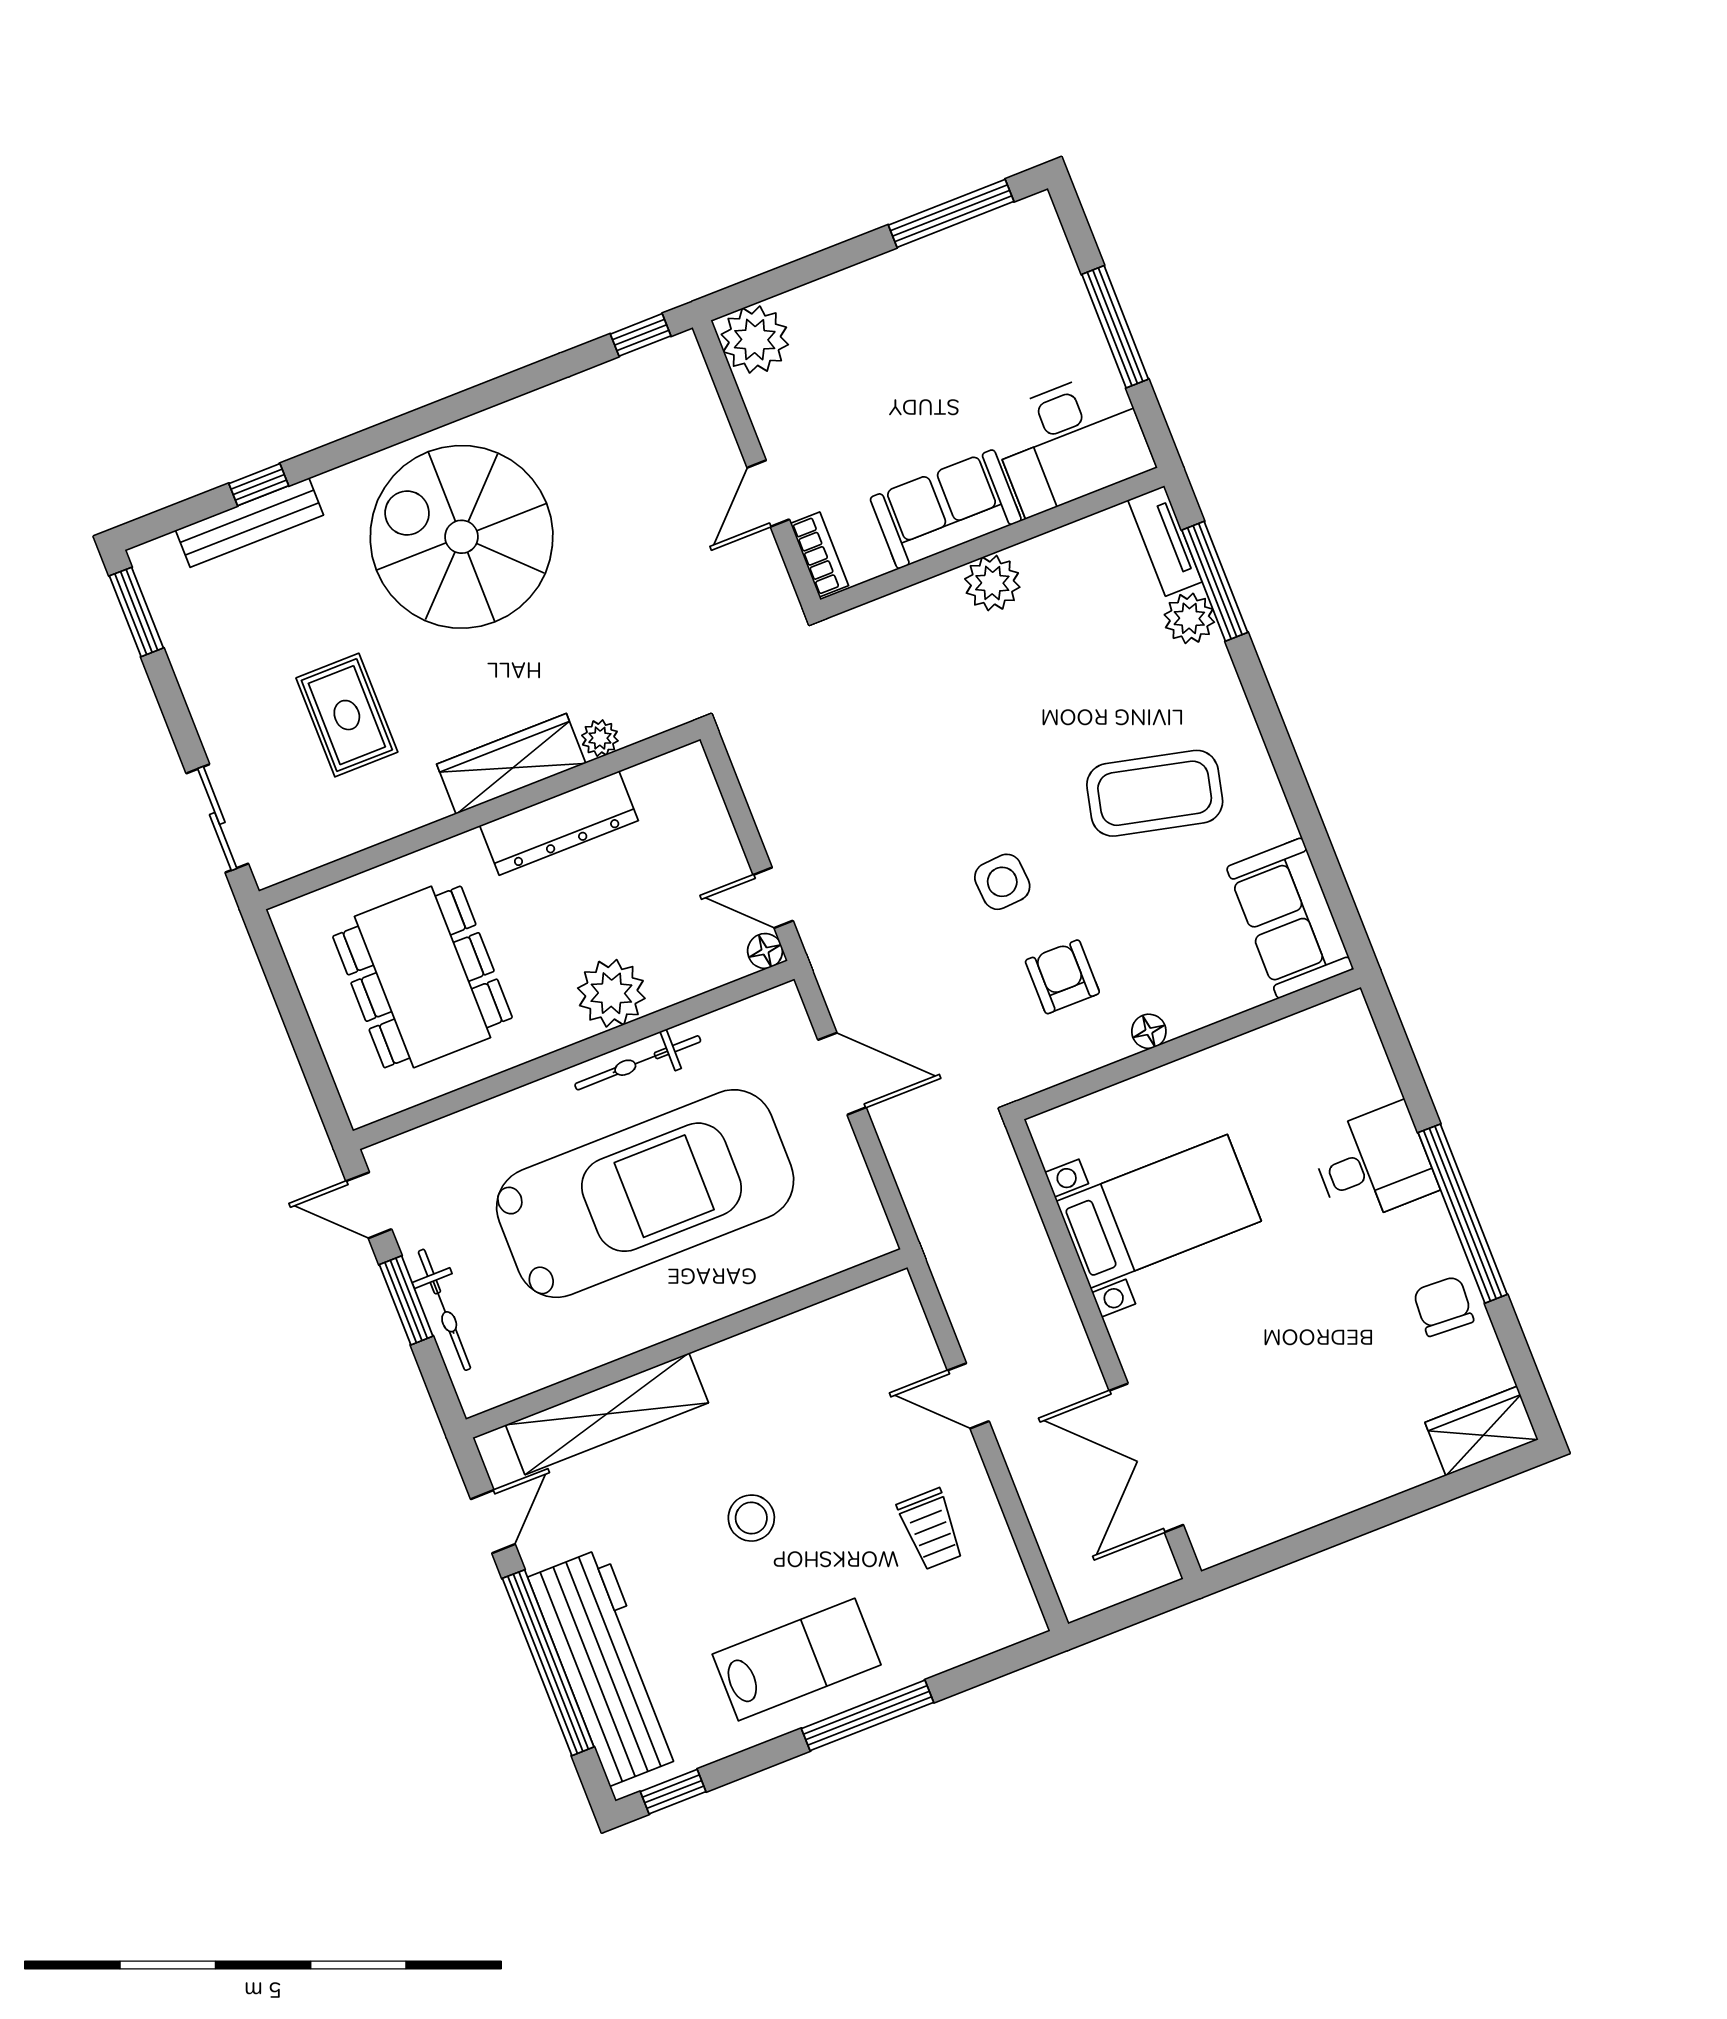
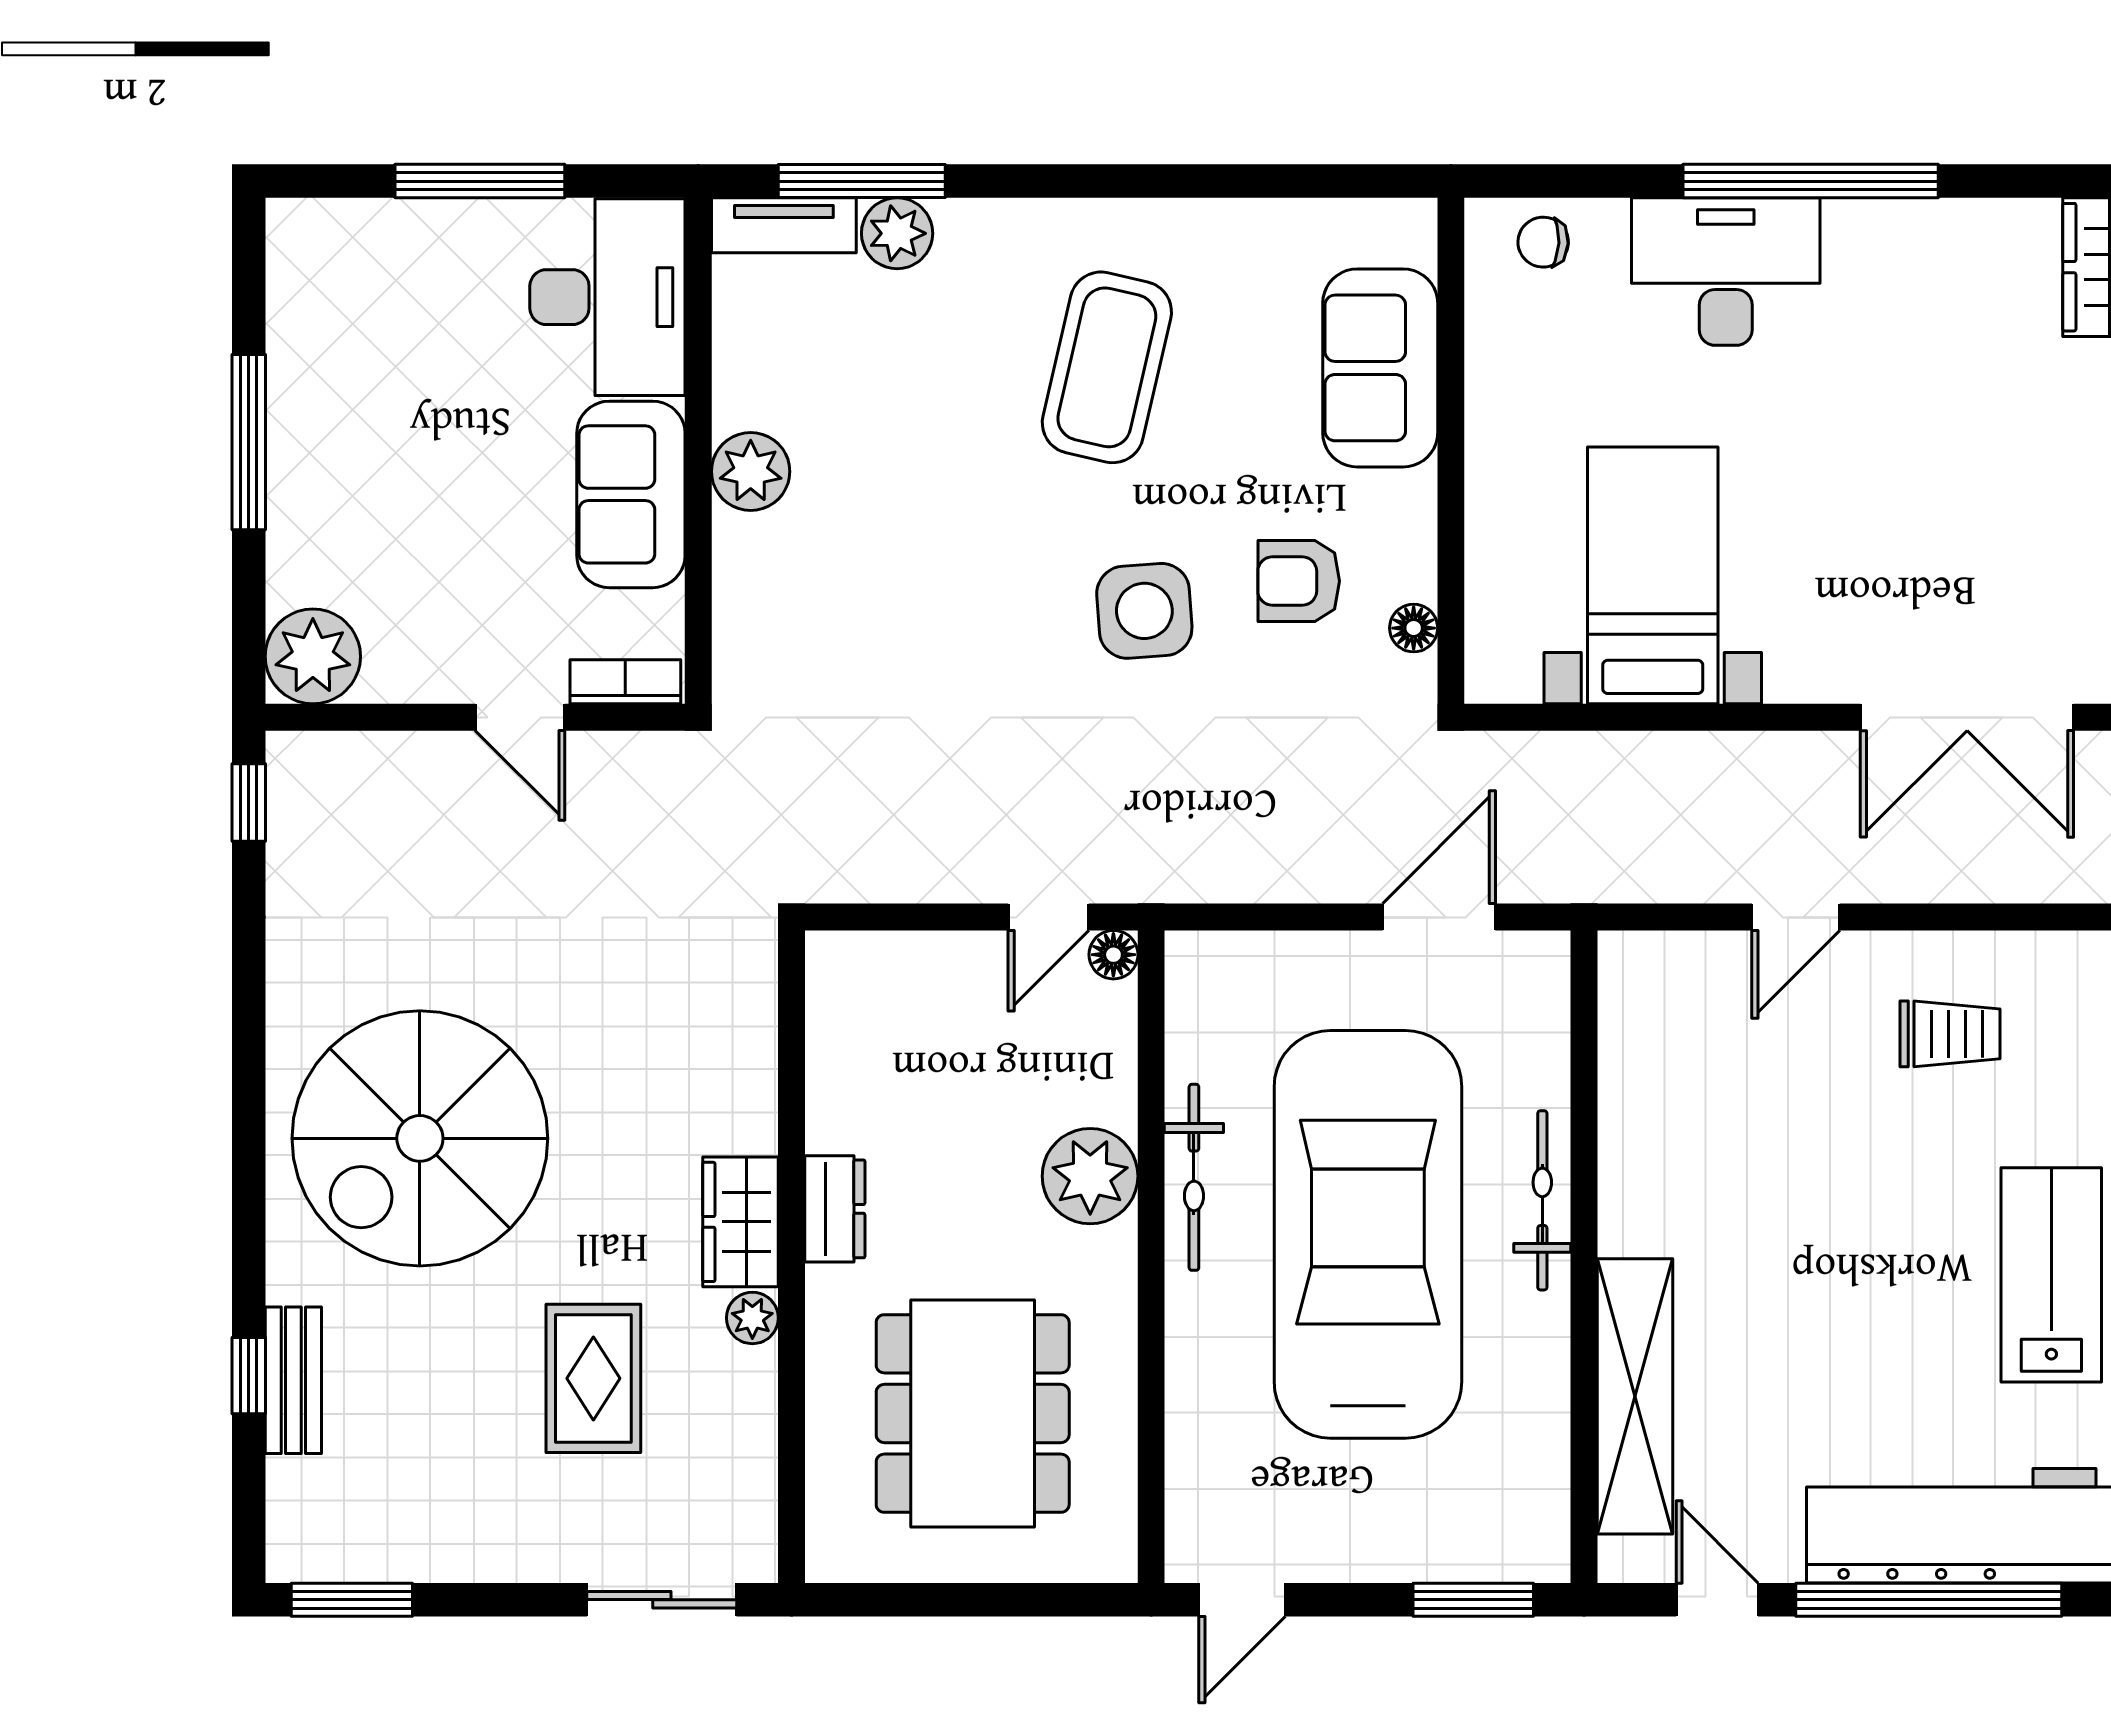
window: (951, 213) -> (249, 442), moved
bench: (249, 523) -> (293, 1380), width x0.73
rug: (347, 715) -> (593, 1378), turned 90
plant: (600, 738) -> (752, 1318), moved
wardrobe: (511, 764) -> (741, 1222), width x0.67
dresser: (559, 823) -> (835, 1209), width x0.51, depth x0.80
side table: (1002, 882) -> (1144, 611), width x1.37, depth x1.37
sofa: (1290, 918) -> (1380, 368), moved, turned 90
dining table: (423, 977) -> (973, 1414), turned 90
floor lamp: (1149, 1031) -> (1414, 628), moved
door: (842, 1074) -> (1439, 917), moved
desk: (1373, 1164) -> (1726, 272), width x1.37
window: (406, 1300) -> (1473, 1600), moved
chair: (1443, 1306) -> (1543, 242), moved, width x0.73, depth x0.73
bicycle: (444, 1310) -> (1542, 1200), moved, turned -90
stool: (751, 1518) -> (1844, 1262), removed

